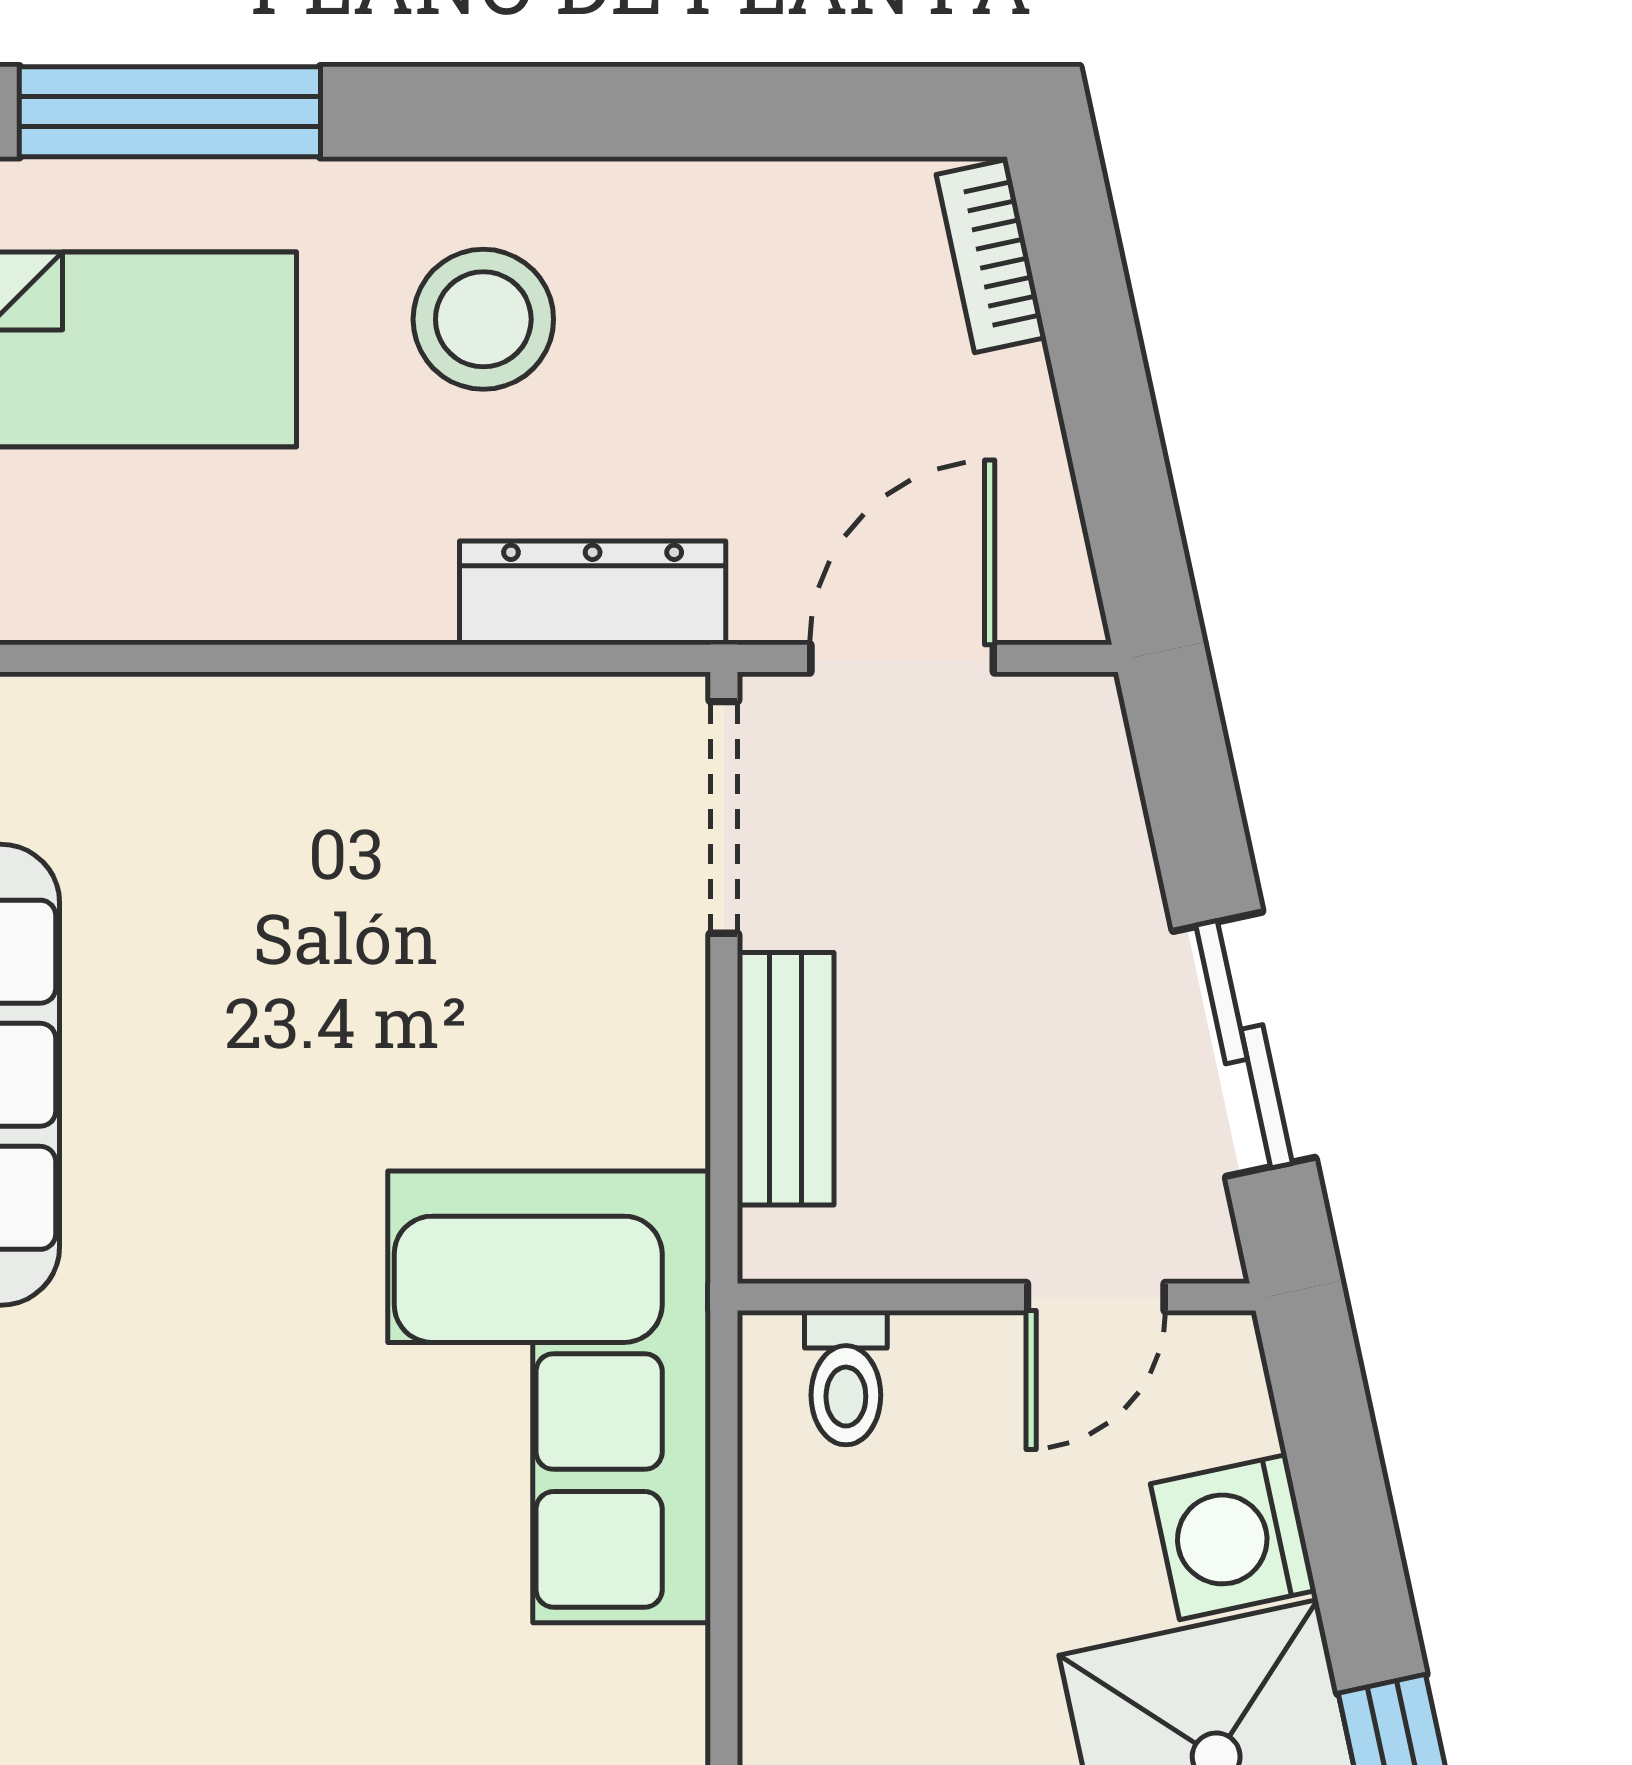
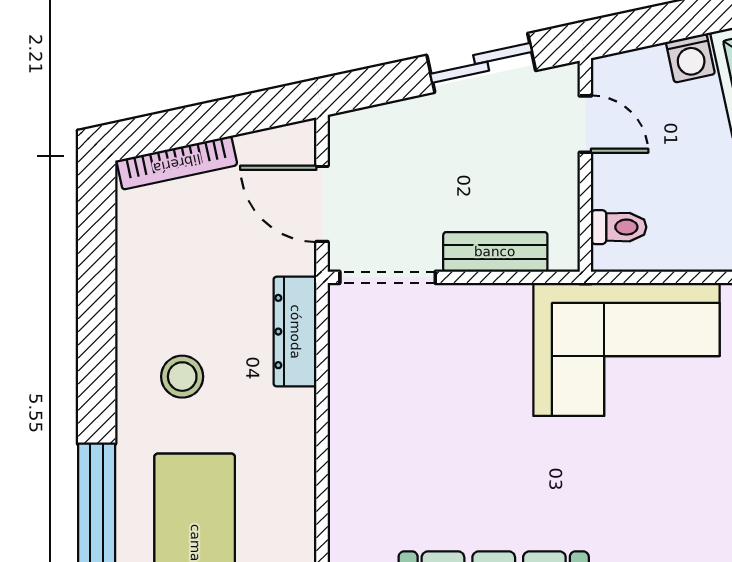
bookcase: (991, 256) -> (177, 163), width x1.56
stool: (483, 319) -> (182, 377), width x0.73, depth x0.73
washing machine: (1233, 1537) -> (690, 58), width x0.73, depth x0.73

